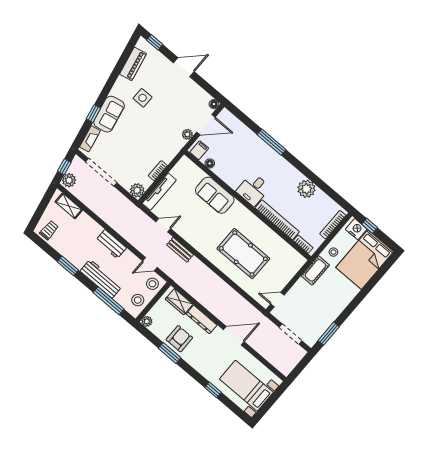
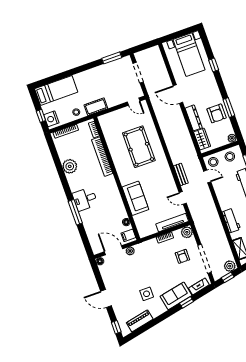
armchair: (127, 161) -> (182, 256), added
desk: (253, 189) -> (85, 199), moved, turned 180
workbench: (111, 244) -> (231, 221), moved
bed: (365, 260) -> (56, 90), width x0.67
armchair: (179, 339) -> (217, 113), turned -90

